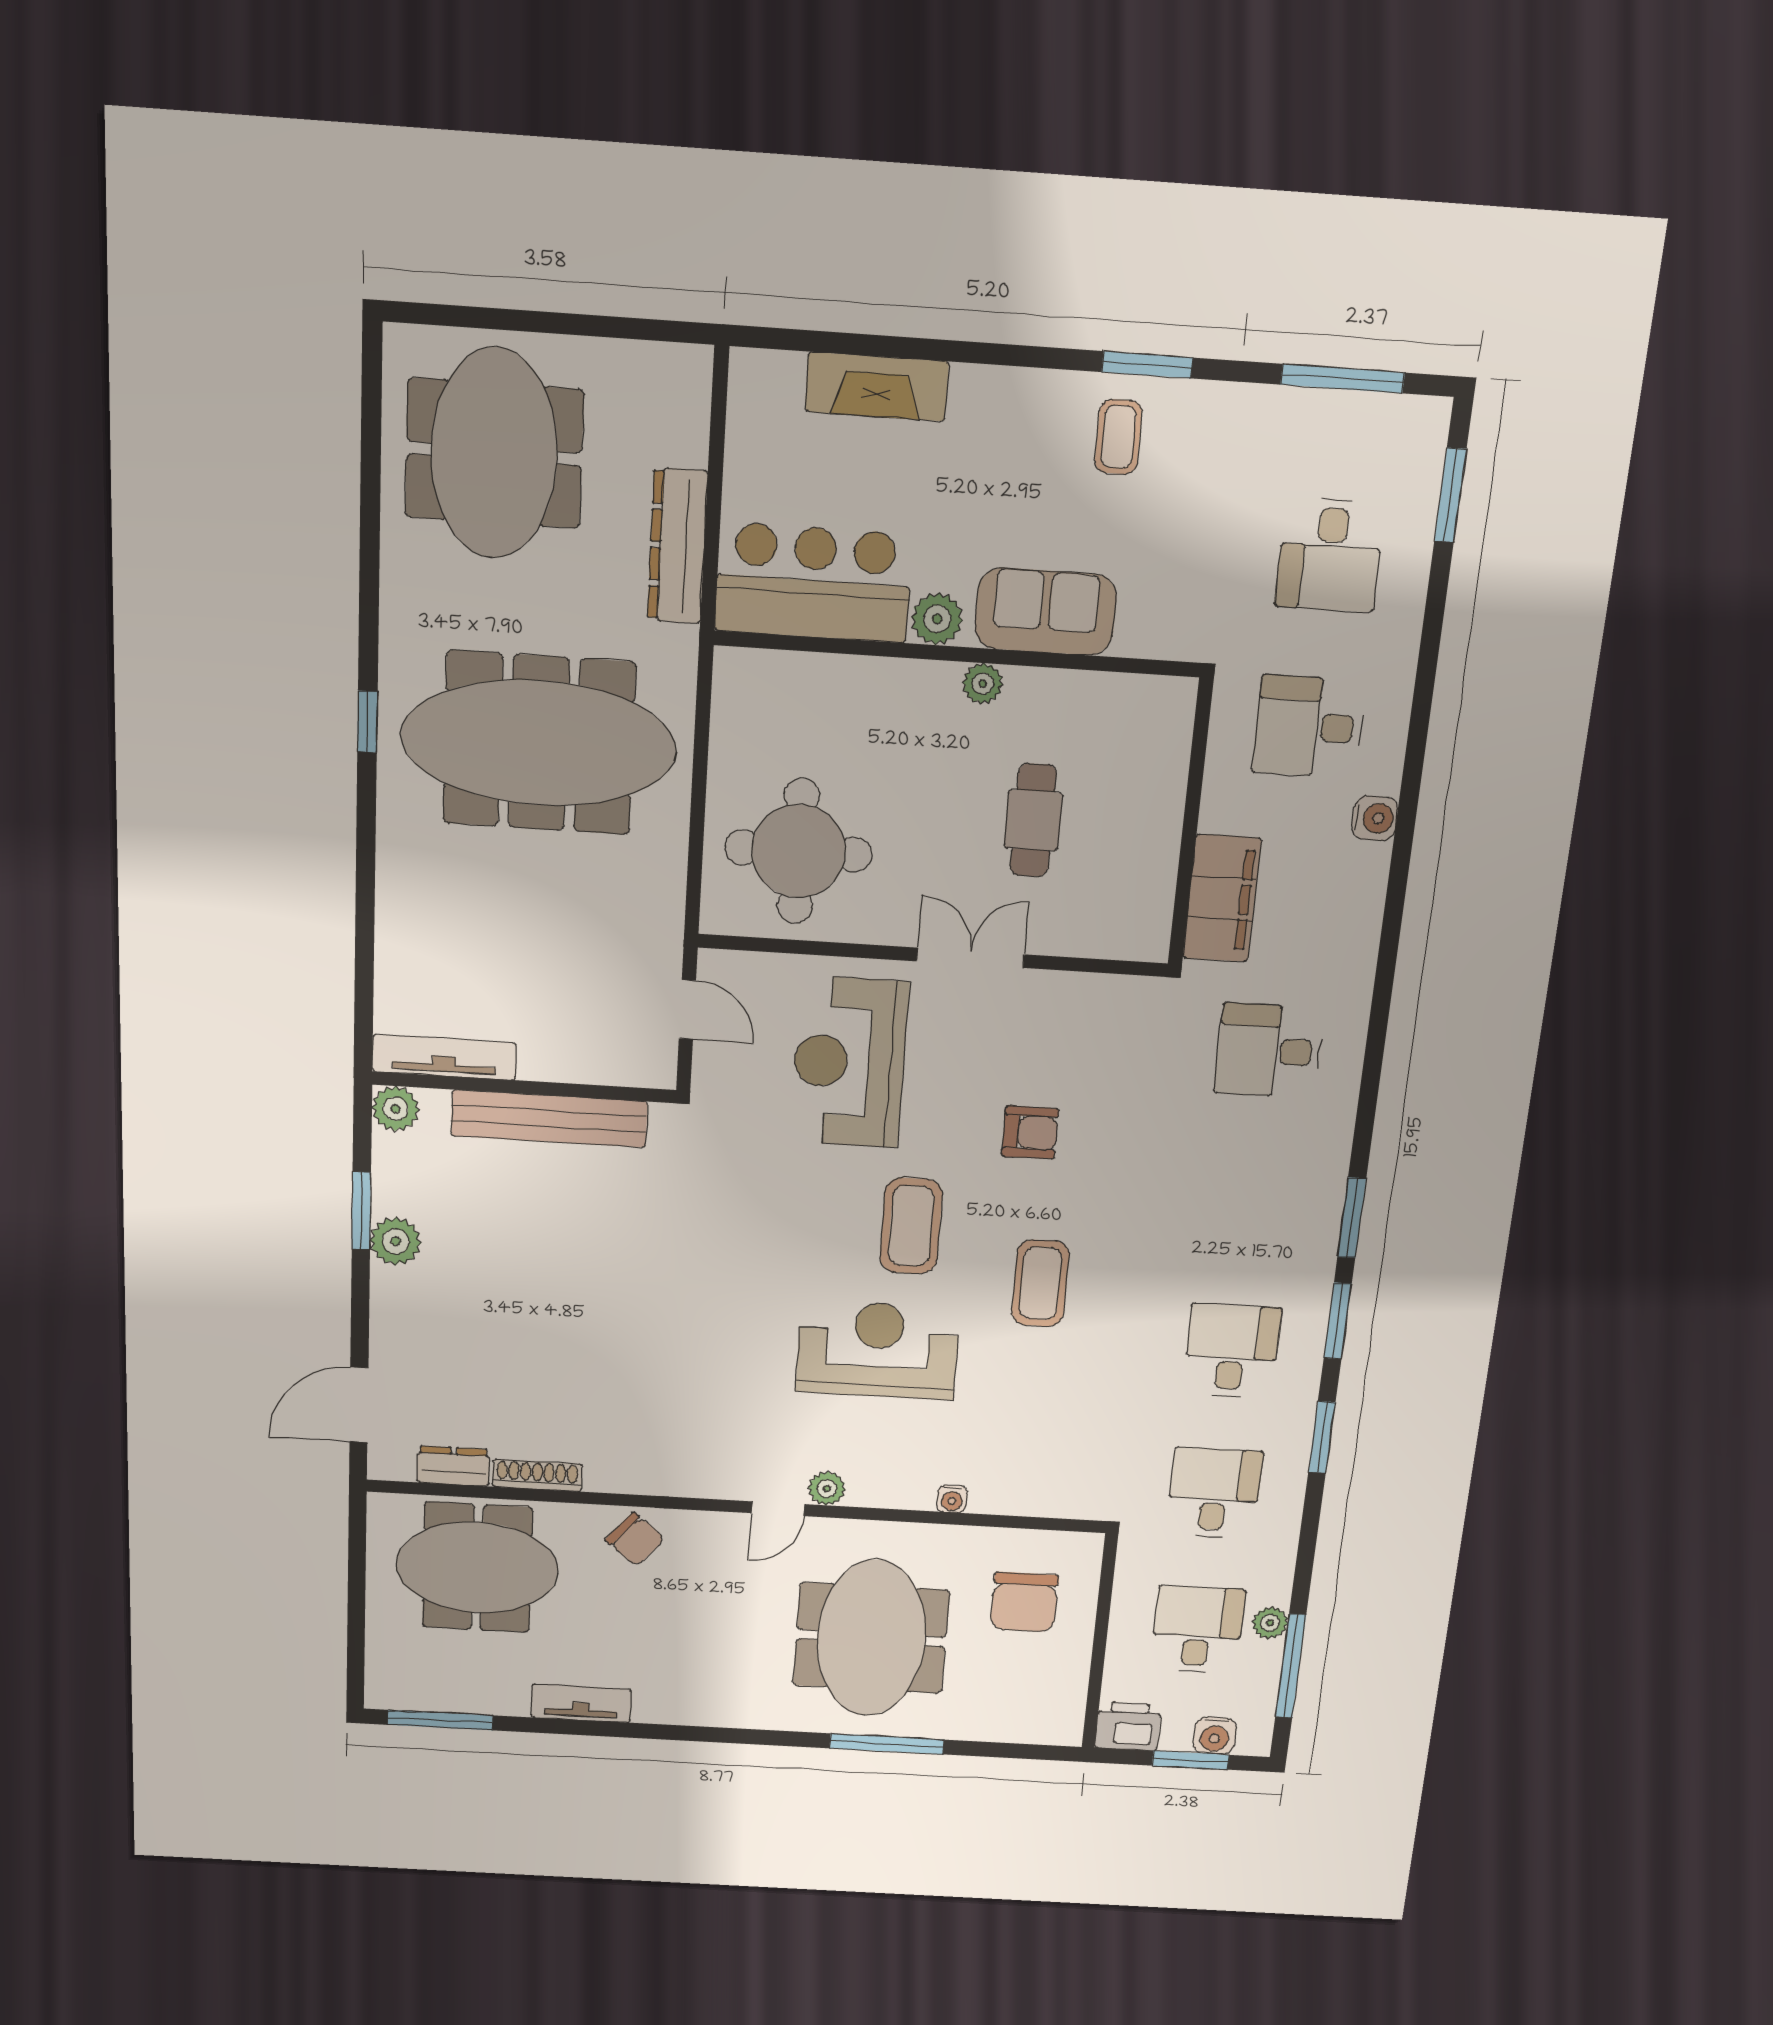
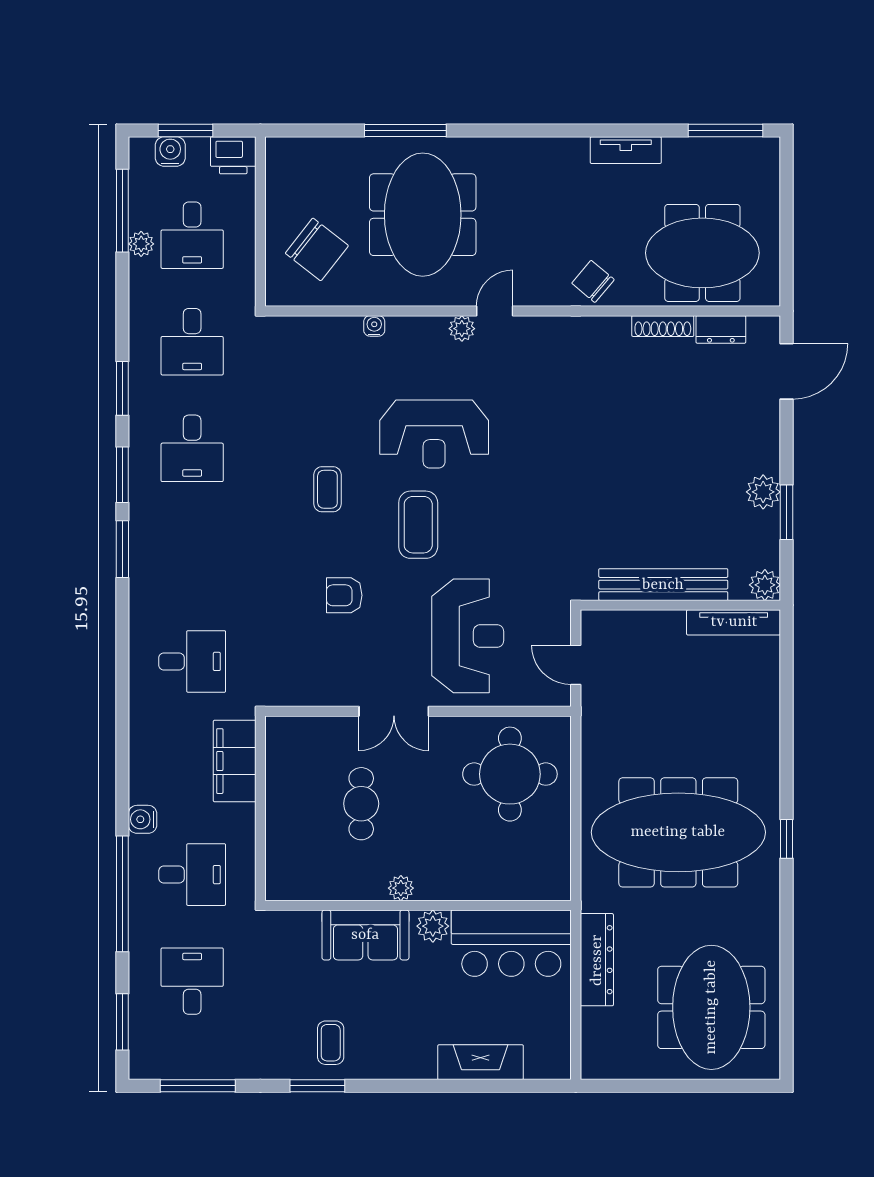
window: (1422, 703) -> (122, 894), added
coffee table: (1040, 1283) -> (327, 489), width x0.73, depth x0.77
chair: (1024, 1602) -> (317, 249), turned 128

